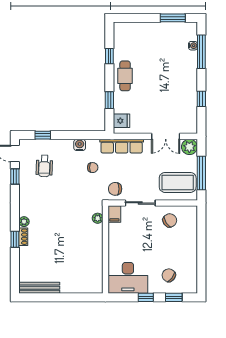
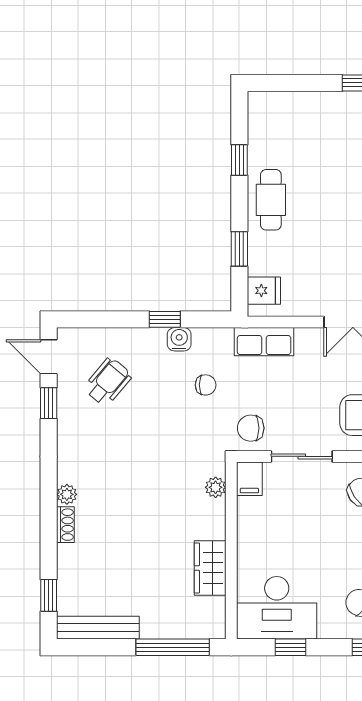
window: (43, 135) -> (165, 319), moved
row of seats: (122, 146) -> (264, 342), width x0.68
wheelchair: (44, 166) -> (108, 382), turned -142
window: (15, 239) -> (49, 595), moved
wardrobe: (95, 258) -> (210, 568), added
window: (76, 297) -> (173, 647), added
window: (146, 297) -> (290, 647), moved

